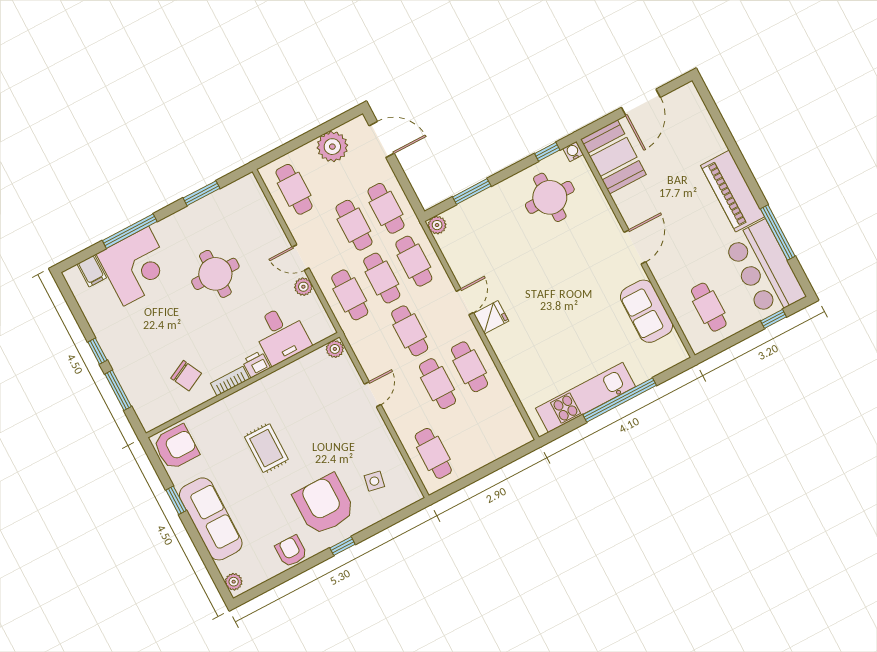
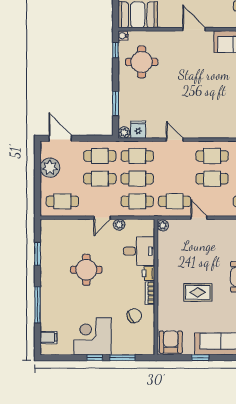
door: (382, 139) -> (60, 138), hinge flipped
corner desk: (136, 266) -> (92, 336), moved, turned -90
fridge: (491, 317) -> (138, 130), moved
cafe table: (410, 331) -> (175, 201), moved

